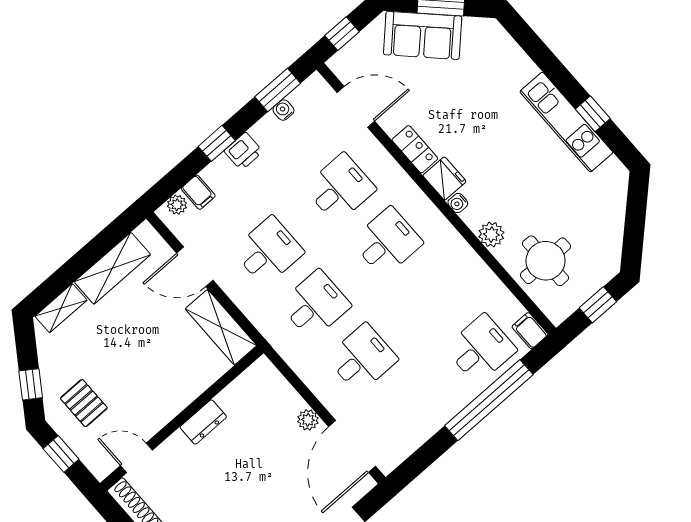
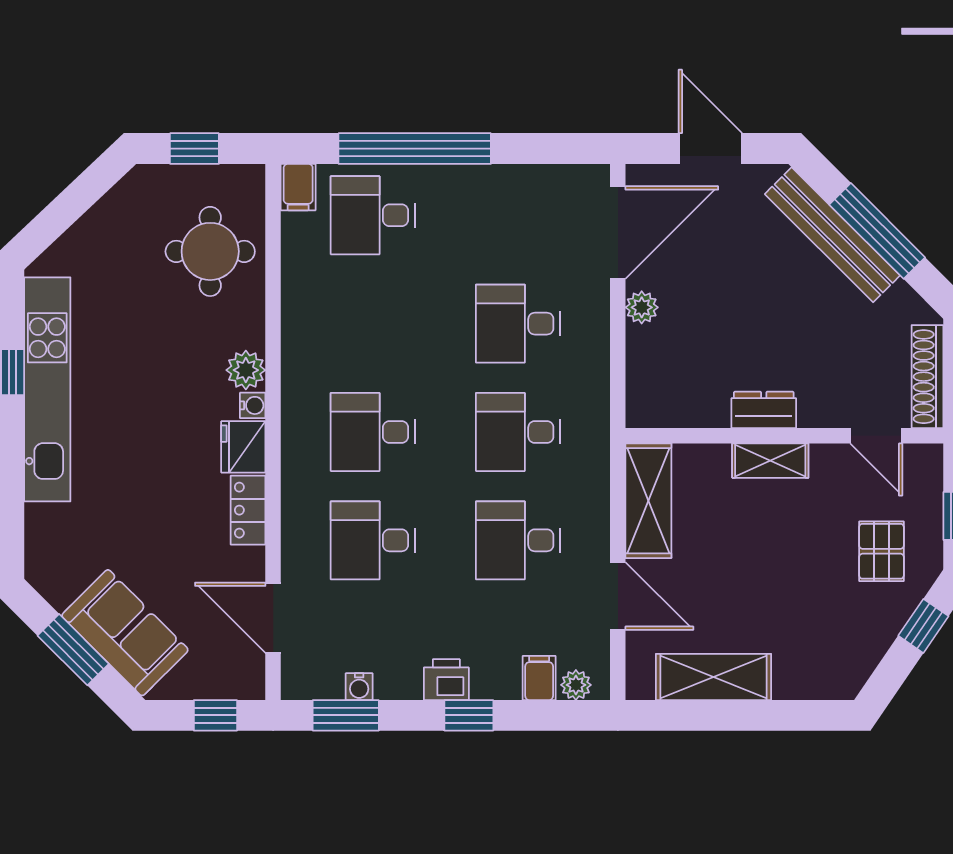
kitchen unit: (566, 122) -> (47, 389), width x1.36
plant: (491, 235) -> (246, 370), moved
shelving: (61, 308) -> (770, 461), moved

